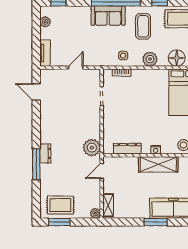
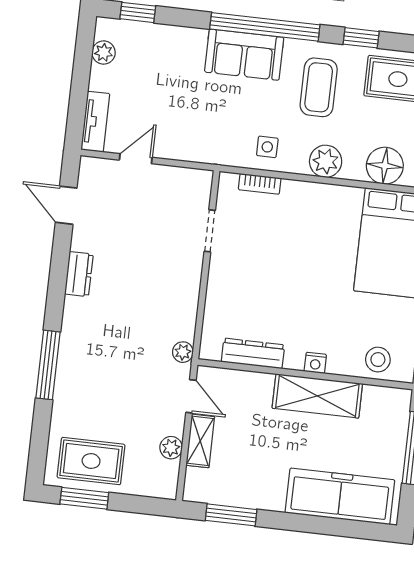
door: (76, 68) -> (136, 159), moved
plant: (92, 148) -> (183, 352), width x0.53, depth x0.53
dresser: (45, 153) -> (79, 274), moved
door: (102, 171) -> (191, 396), swing flipped
shelving: (108, 205) -> (200, 441), moved
plant: (95, 213) -> (171, 448), moved
window: (156, 222) -> (231, 515), moved

